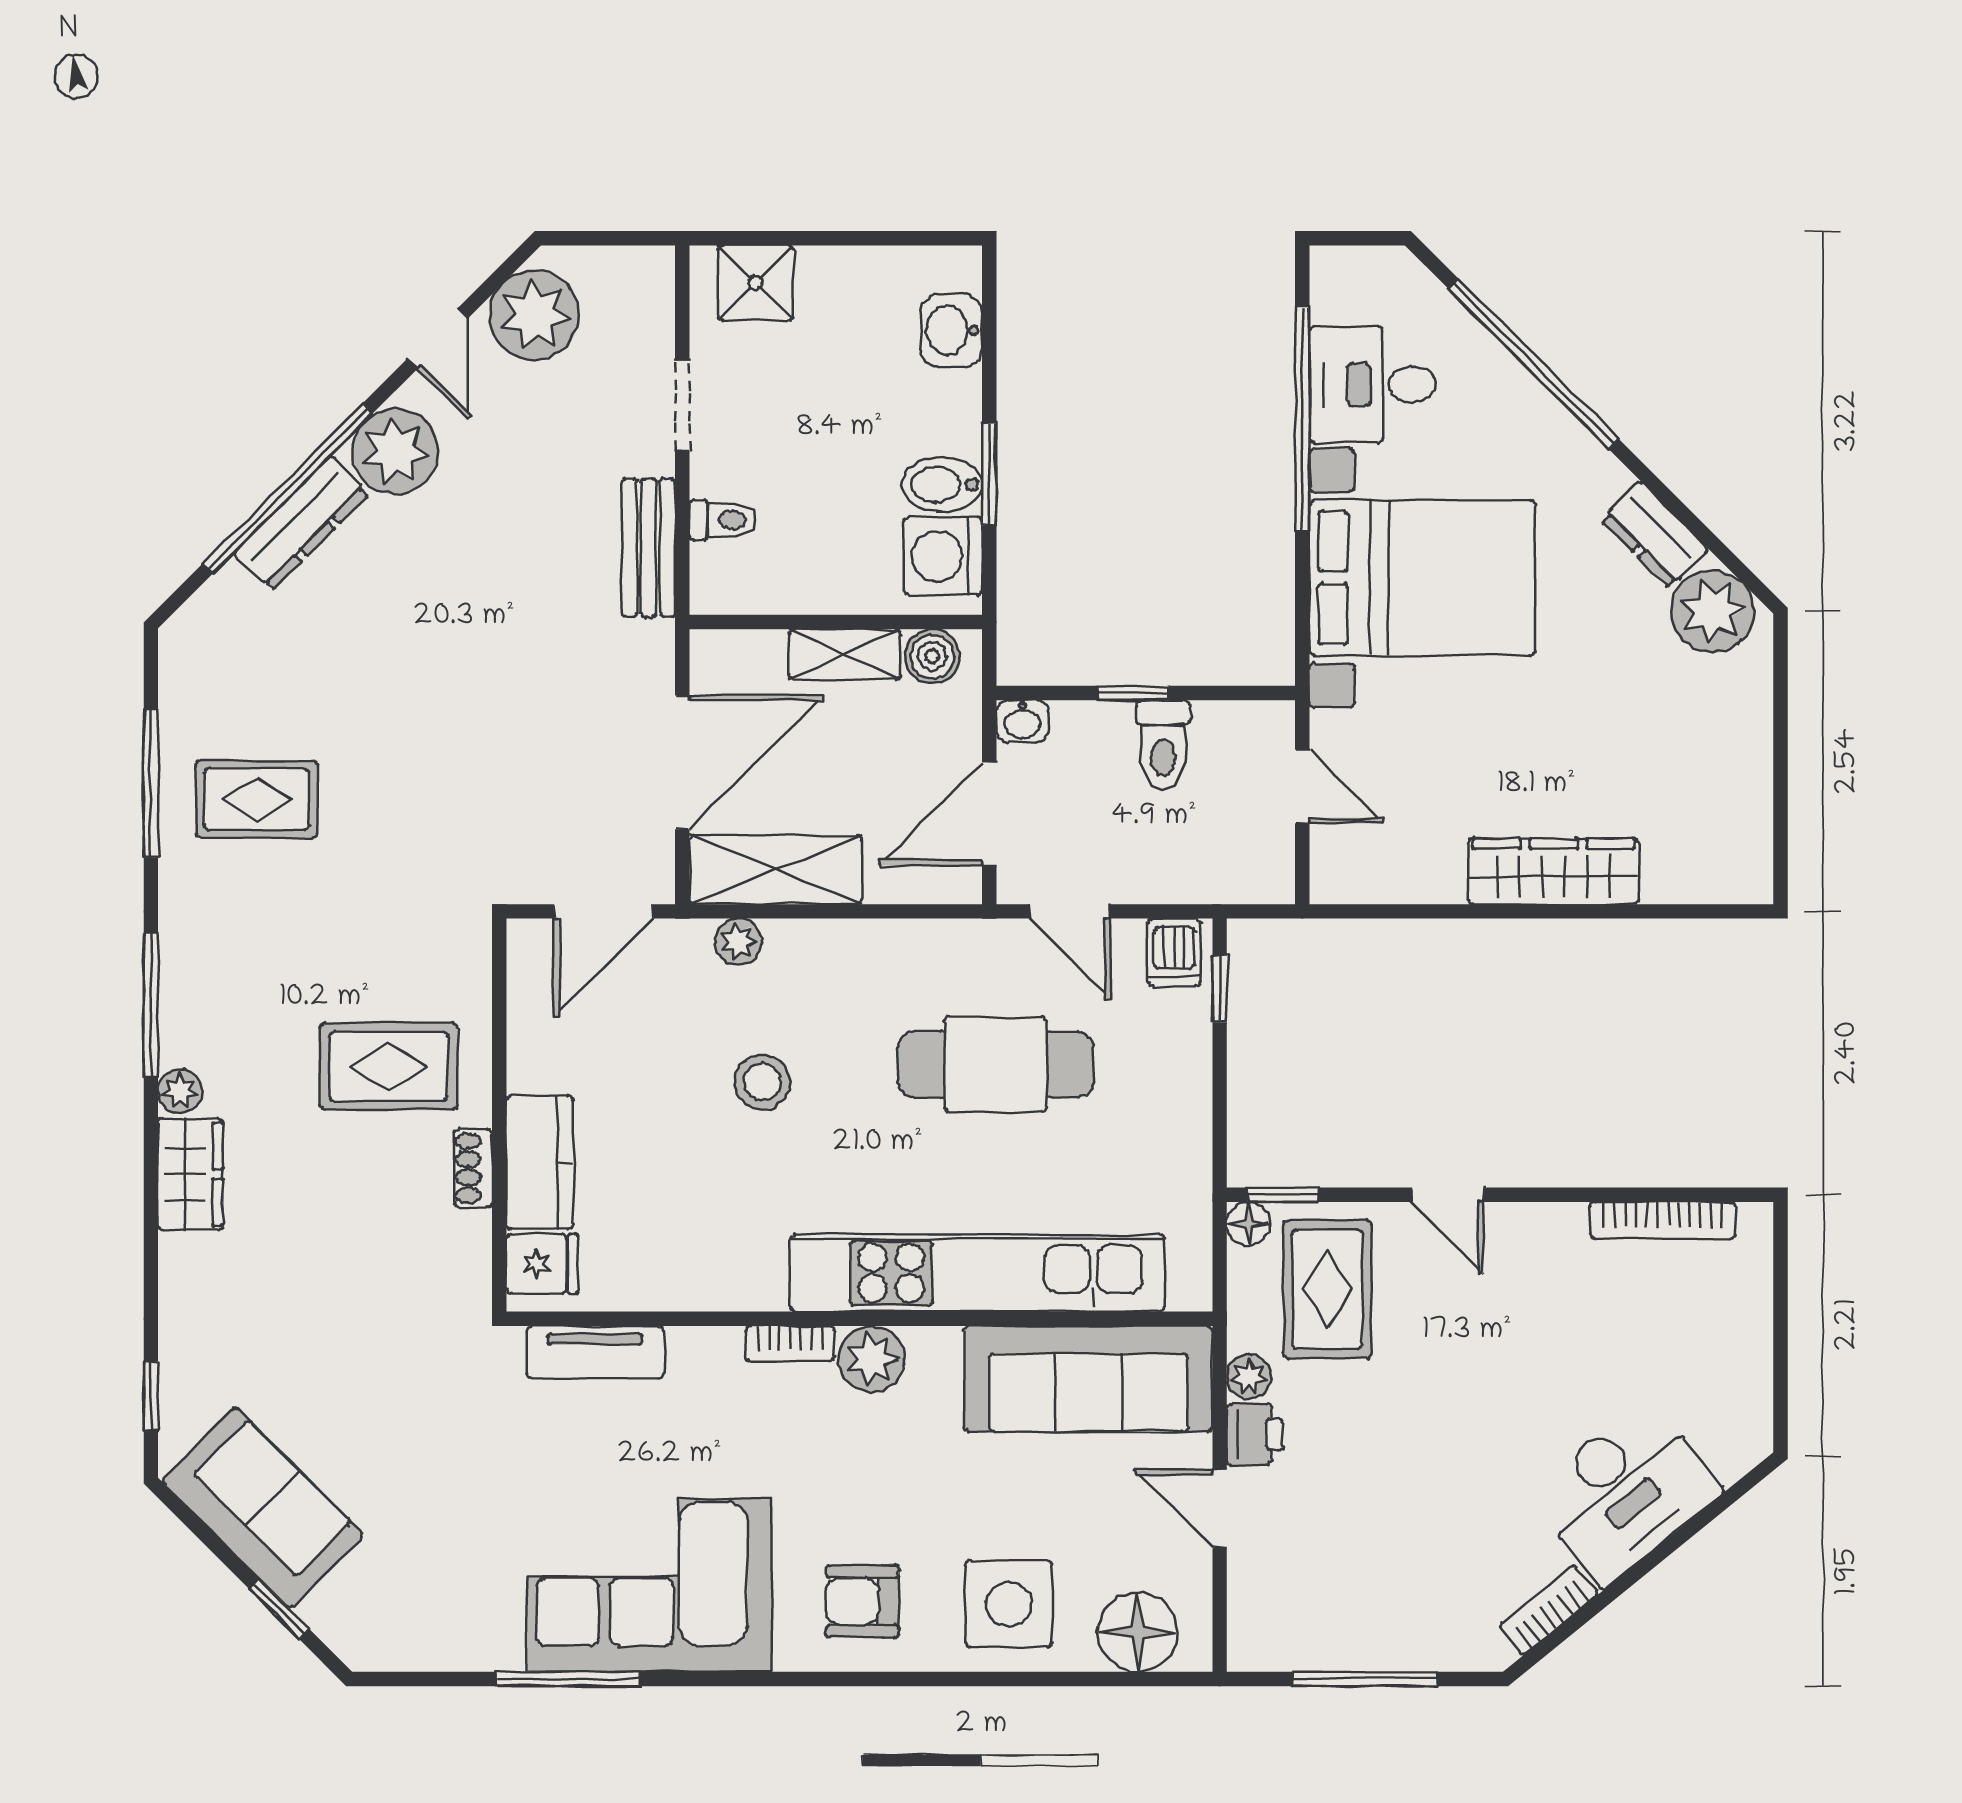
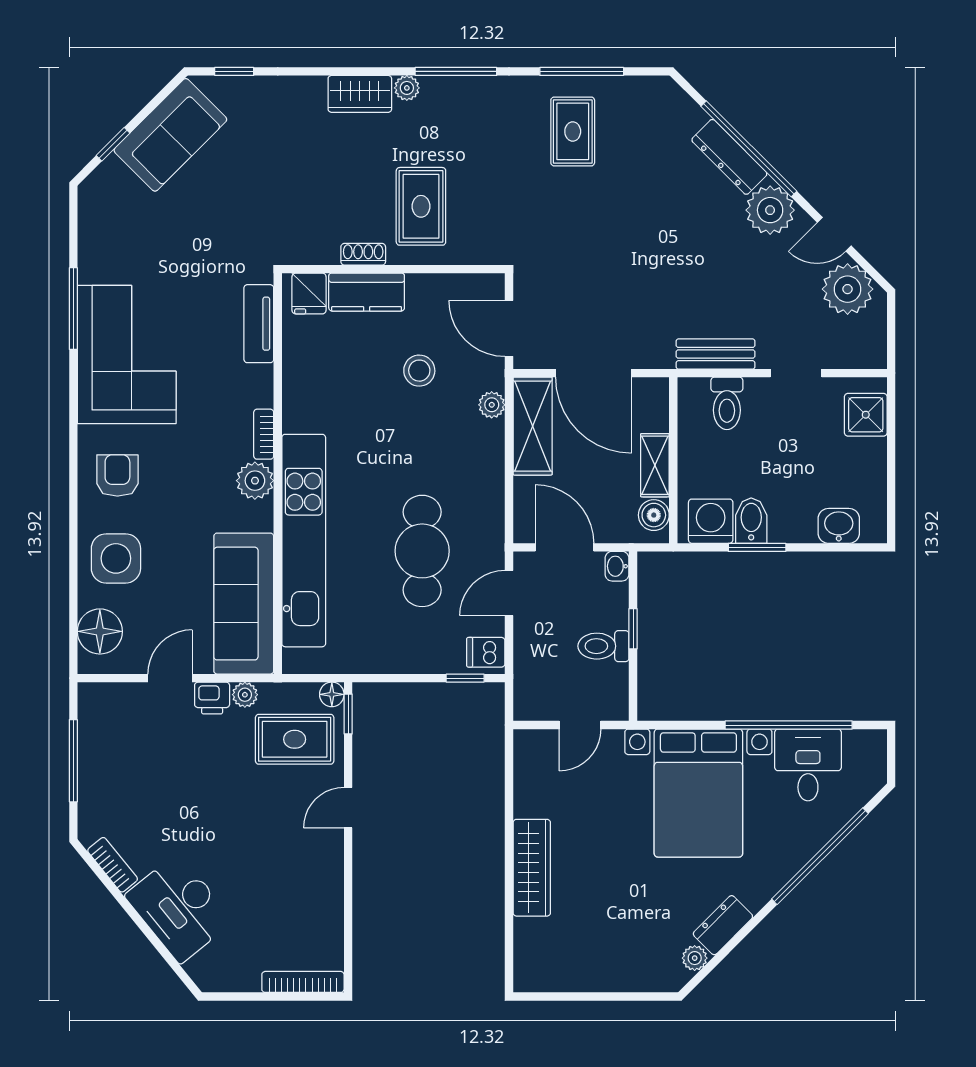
toilet: (723, 520) -> (727, 403), width x1.37, depth x1.39
plant: (1713, 612) -> (695, 958), width x0.53, depth x0.53
stool: (762, 1082) -> (419, 371), moved
bookcase: (1663, 1220) -> (303, 982), moved, turned 90

